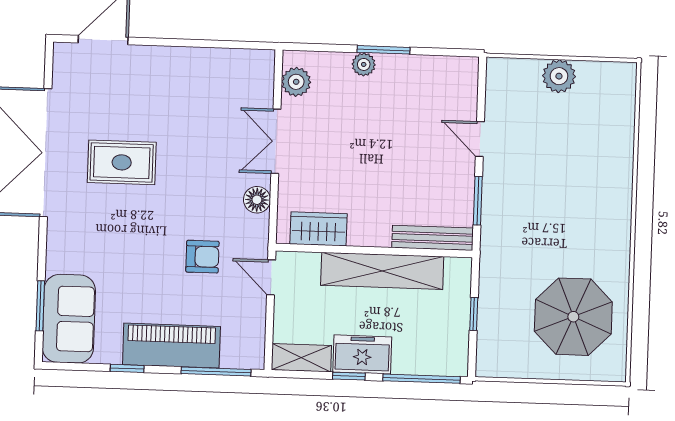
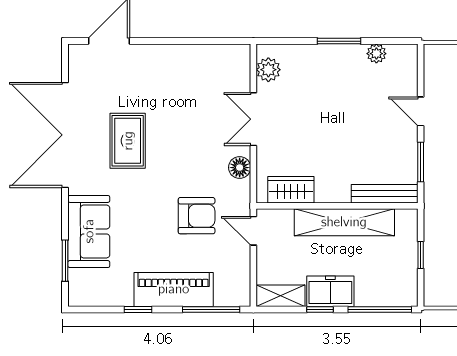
plant: (364, 64) -> (376, 54), moved
rug: (122, 162) -> (128, 141), turned 90
armchair: (202, 257) -> (197, 216), width x1.38, depth x1.38
sofa: (69, 319) -> (89, 231), moved

